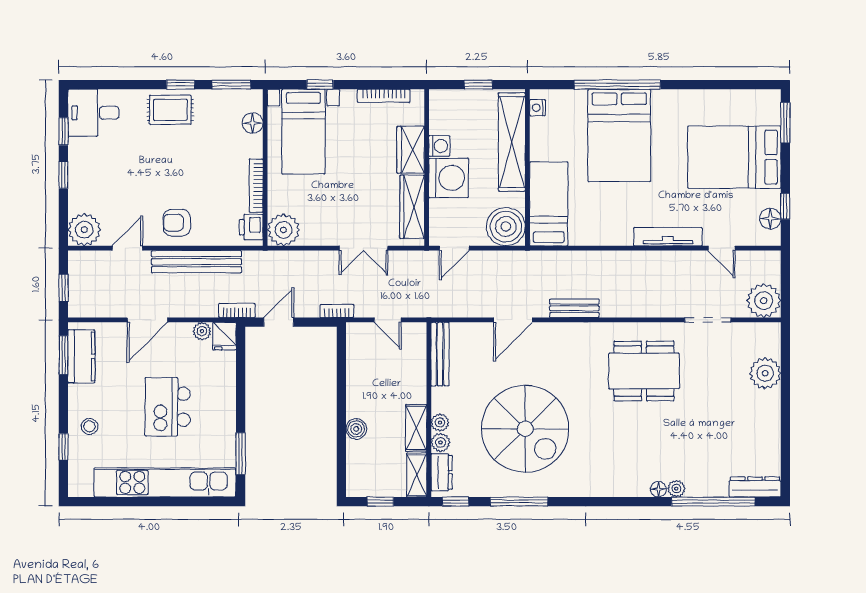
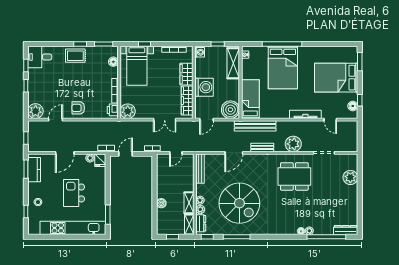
shelving: (512, 142) -> (233, 63), width x0.68
washing machine: (439, 146) -> (200, 52), moved
bench: (196, 262) -> (255, 126), moved
plant: (764, 301) -> (293, 144), moved
door: (388, 320) -> (176, 153), hinge flipped

